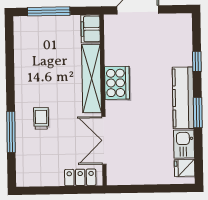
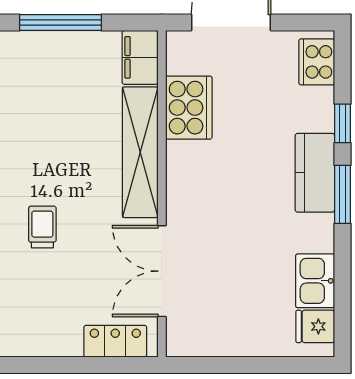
cooker: (183, 30) -> (317, 62), added
cooker: (117, 83) -> (189, 108), moved
kitchen counter: (183, 98) -> (315, 173), width x0.67
window: (198, 113) -> (342, 194), moved

